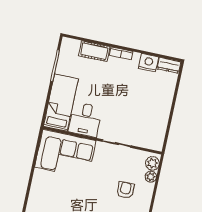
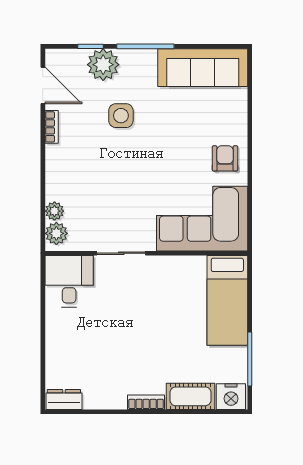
nightstand: (148, 63) -> (231, 397), moved
desk: (85, 120) -> (69, 281), moved
armchair: (125, 190) -> (225, 158), moved, turned 180

